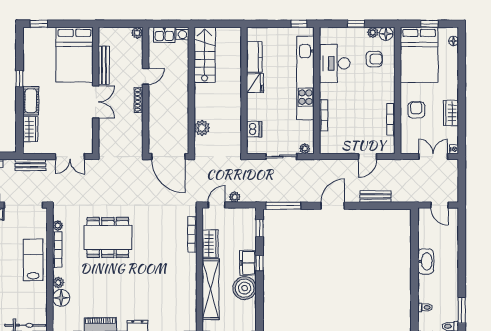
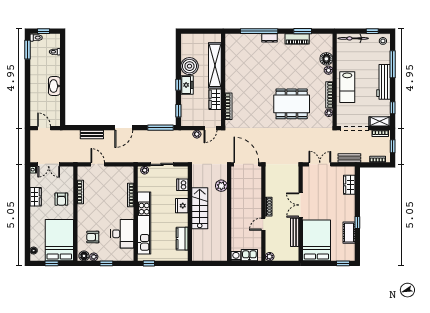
stairs: (205, 55) -> (200, 208), moved, turned 180
fridge: (255, 83) -> (182, 206), moved
cot: (31, 101) -> (349, 233), moved
door: (368, 157) -> (98, 164), hinge flipped

